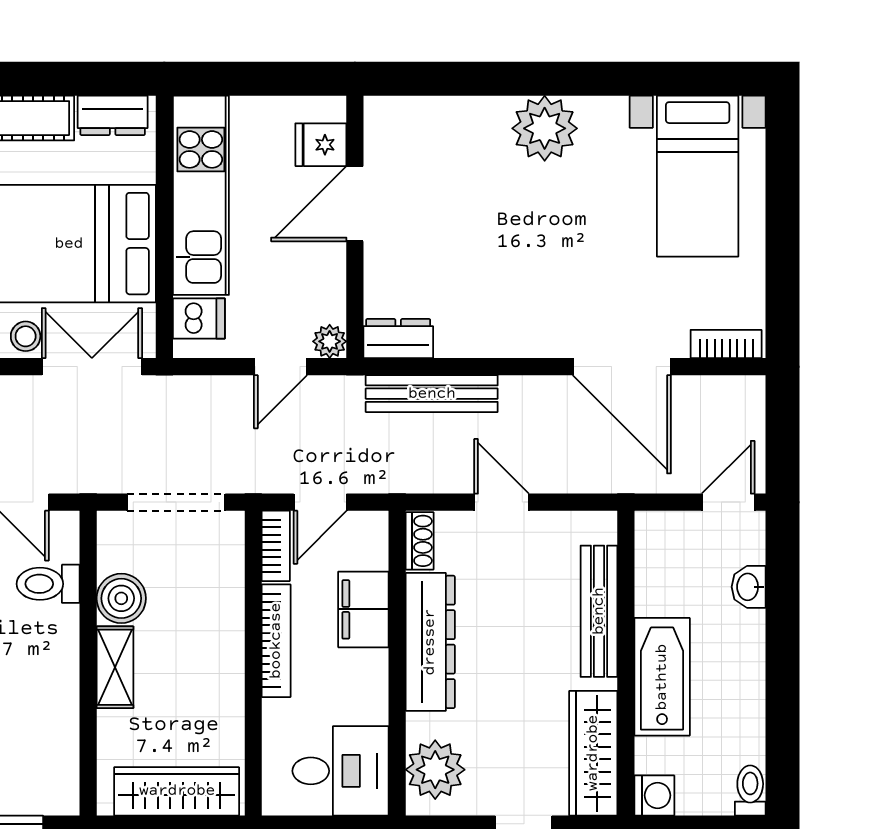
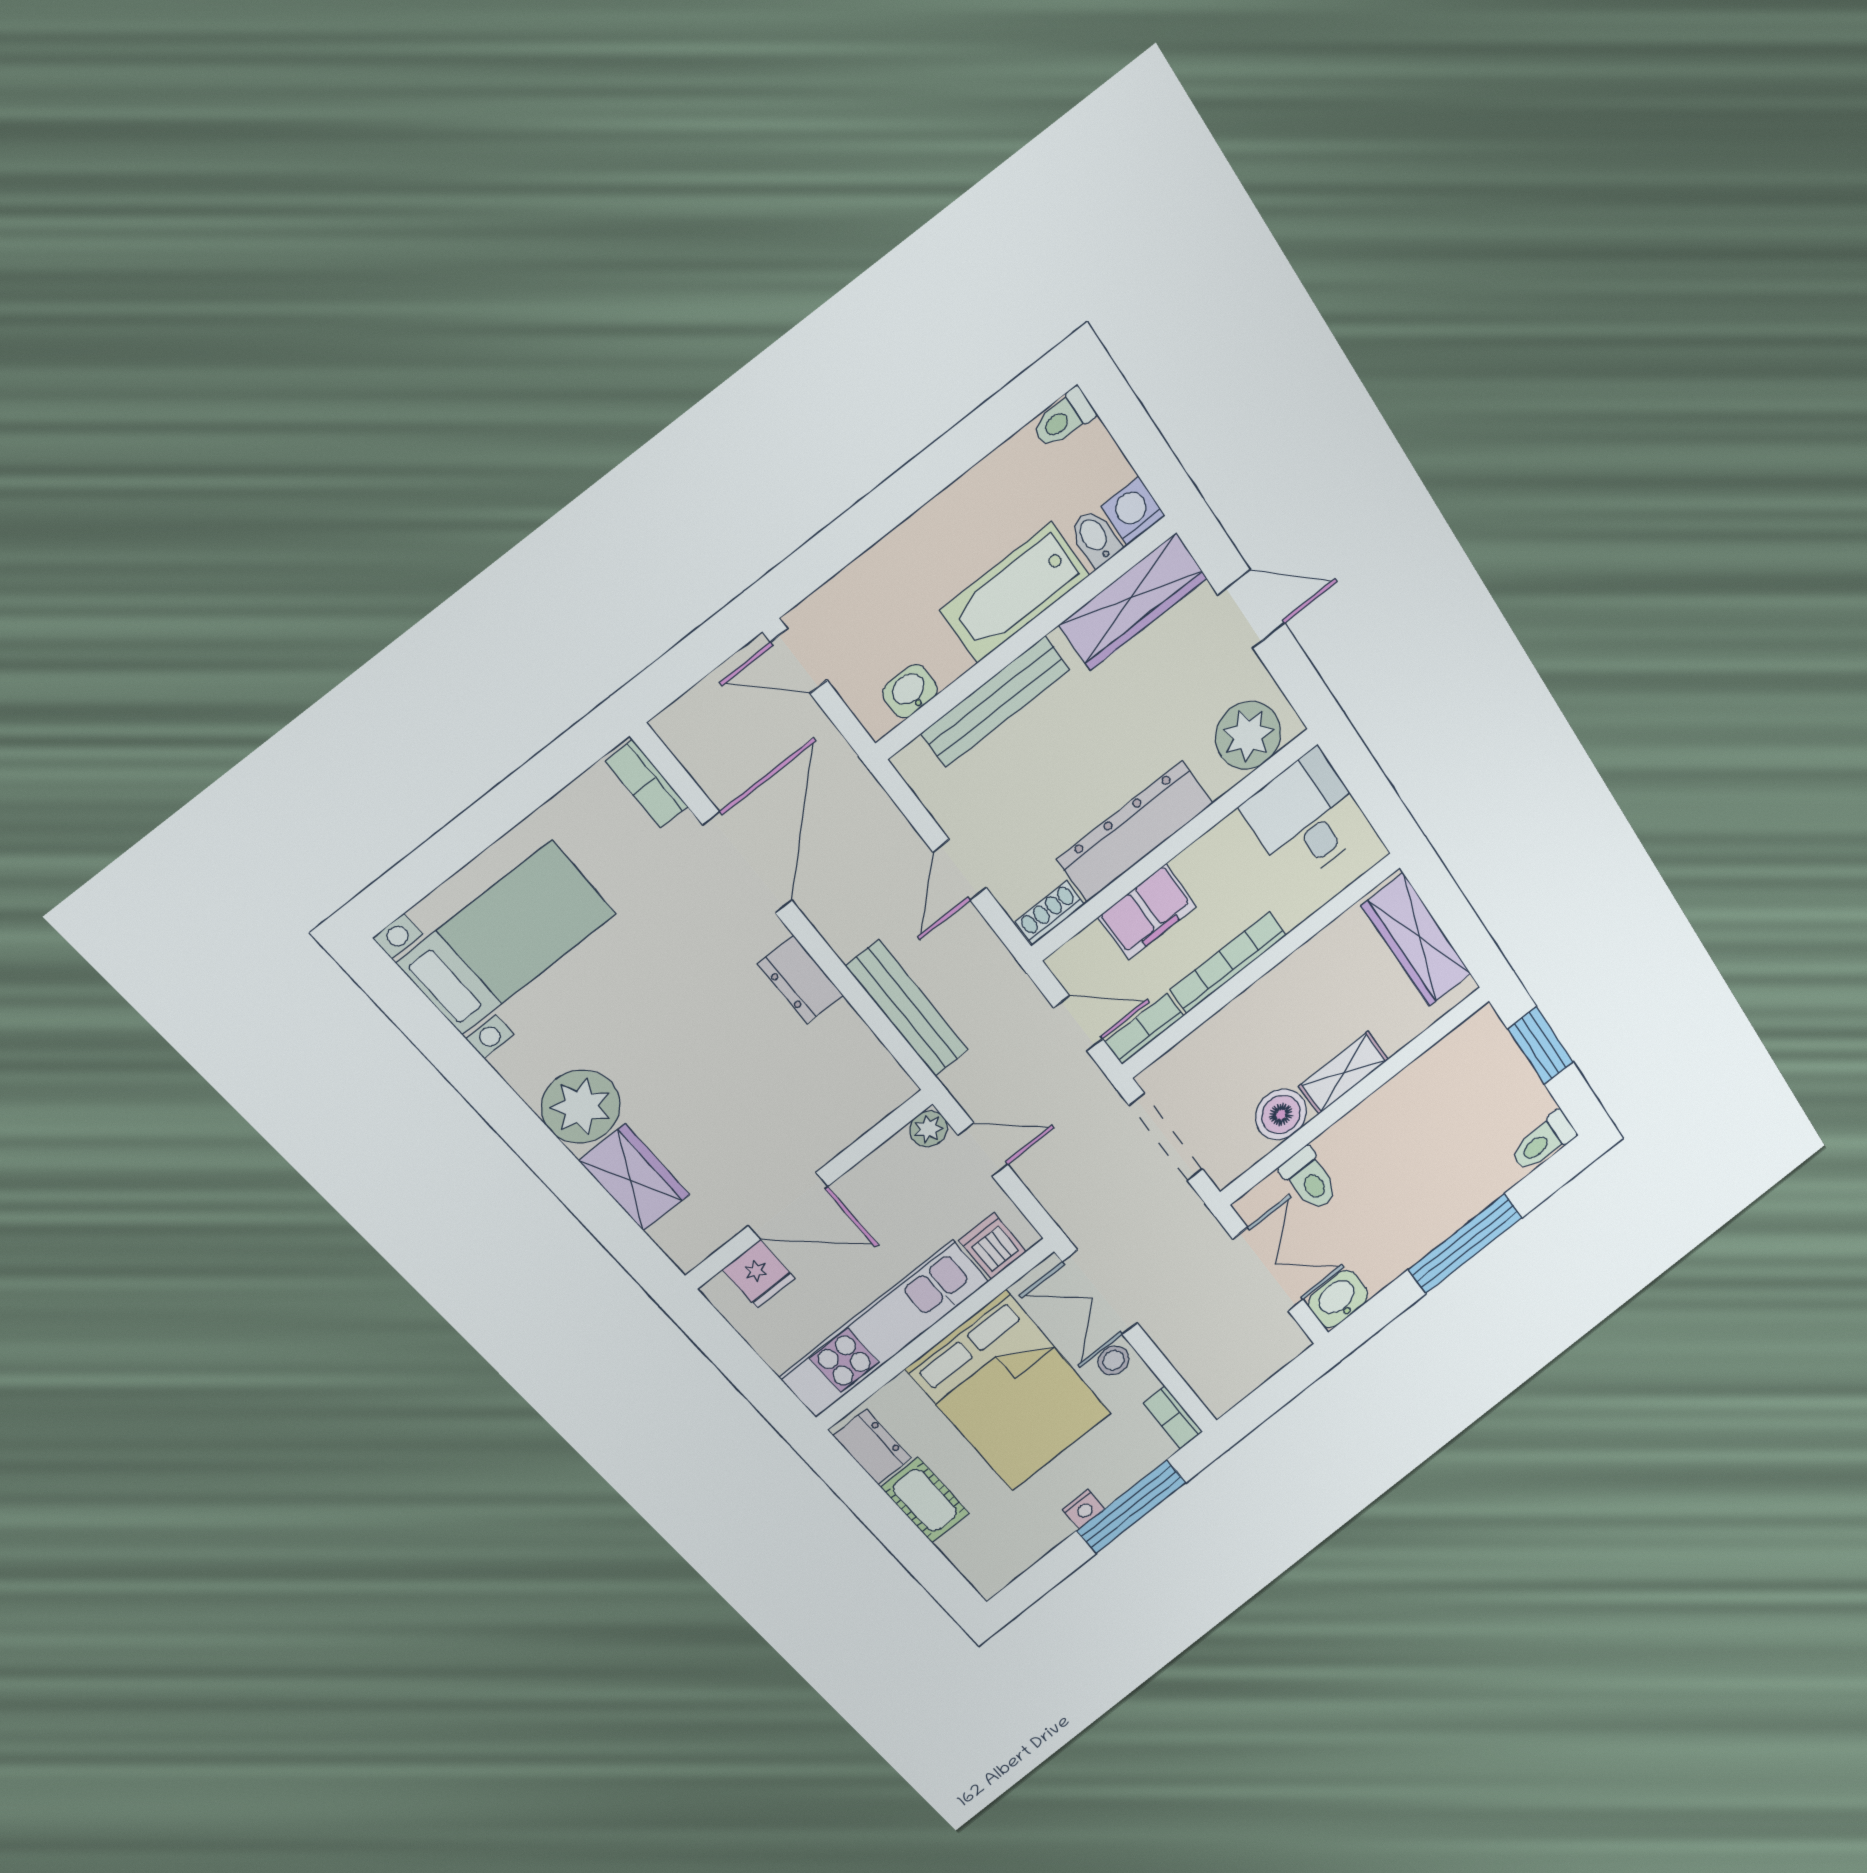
wardrobe: (465, 121) -> (634, 1178), added
dresser: (398, 339) -> (800, 979), moved
washbasin: (749, 587) -> (910, 691), moved, turned 180
bidet: (656, 757) -> (1095, 538), added

